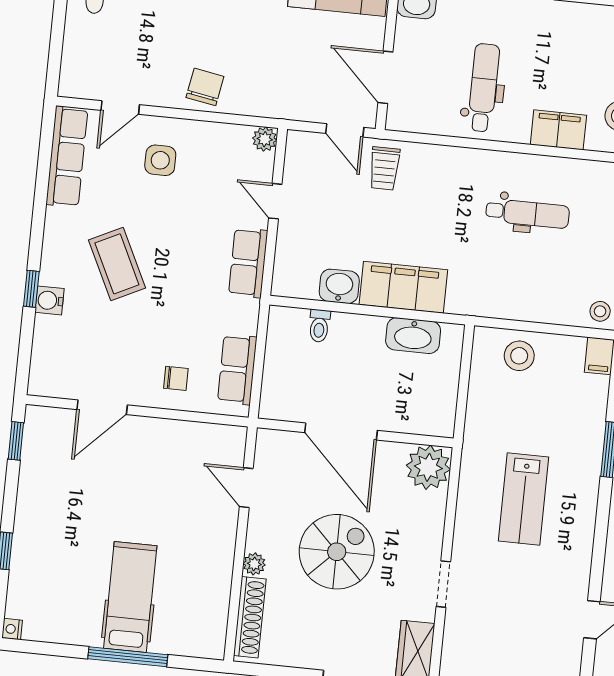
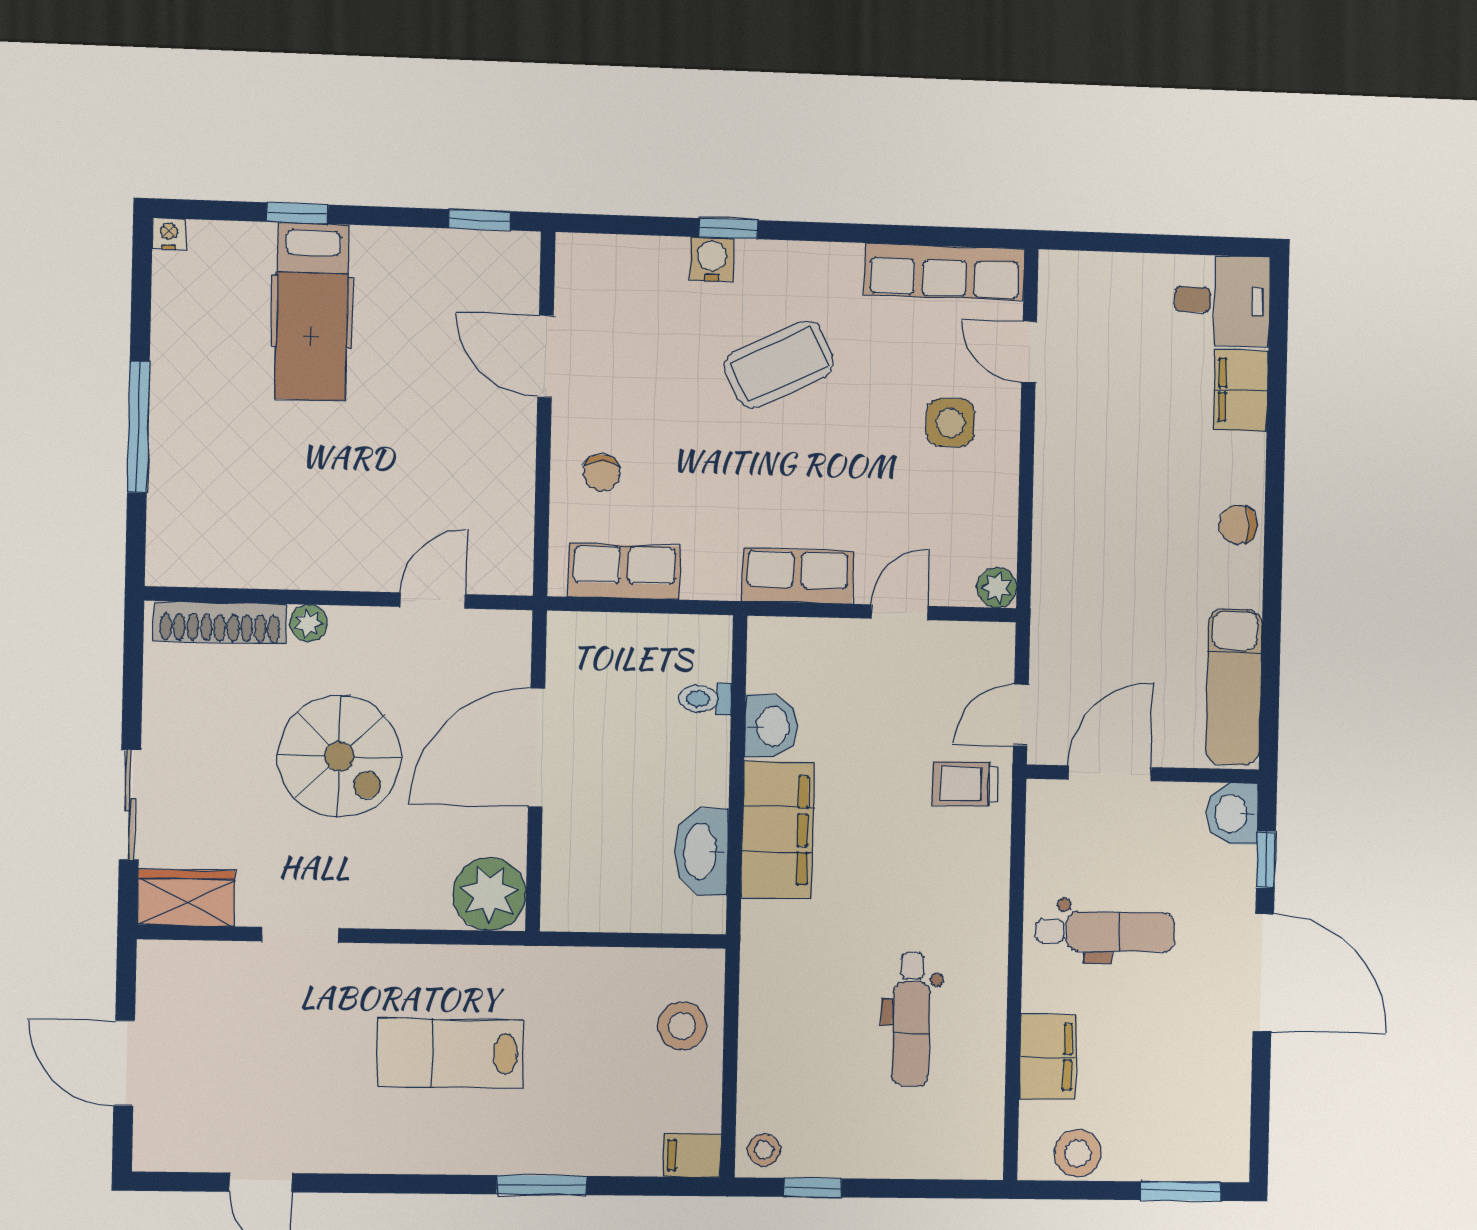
chair: (205, 87) -> (1072, 486), removed
hospital bed: (130, 597) -> (312, 312), moved, turned 90

